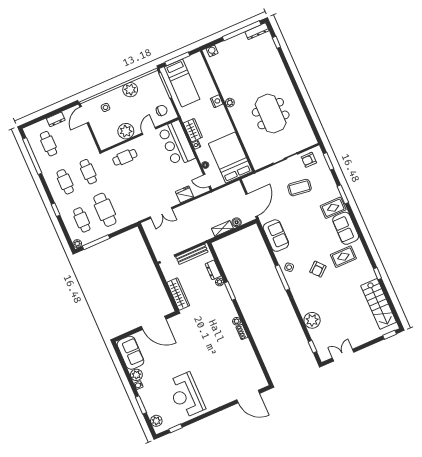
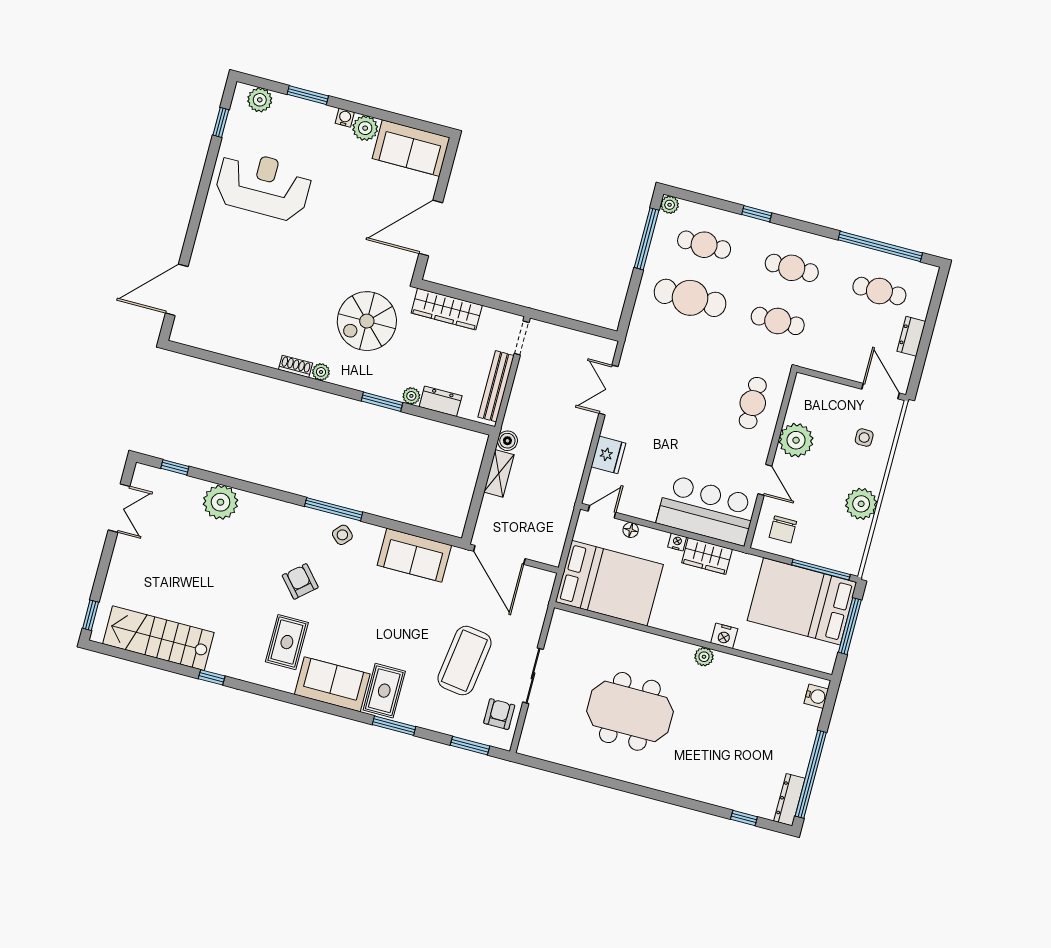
bed: (182, 83) -> (802, 601), width x1.50
coffee table: (299, 188) -> (464, 661), width x1.36, depth x1.32
boiler: (237, 222) -> (507, 441), moved
spiral stairs: (205, 319) -> (367, 321), added

